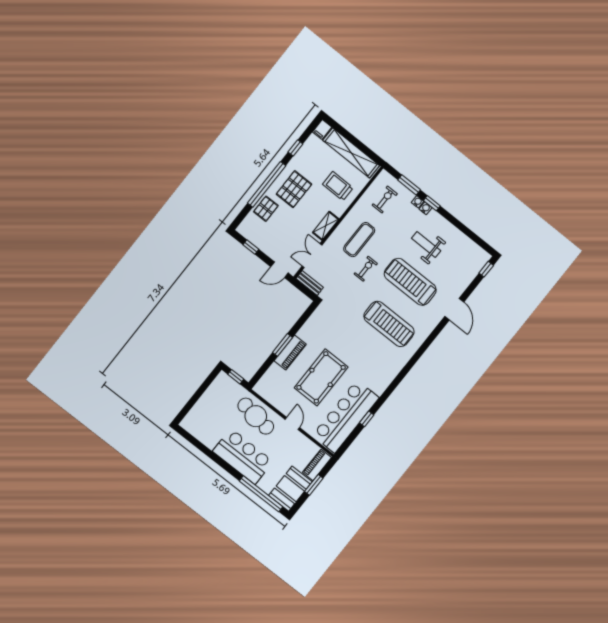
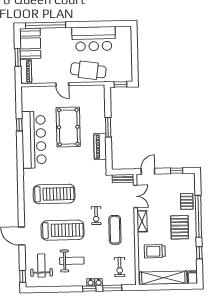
trolley: (338, 186) -> (155, 251), turned 180
weight bench: (459, 265) -> (41, 265), added
treadmill: (389, 324) -> (54, 194), turned 180
piano: (290, 352) -> (100, 147), moved
bar counter: (346, 417) -> (34, 140), moved
bar counter: (243, 456) -> (94, 39), moved

